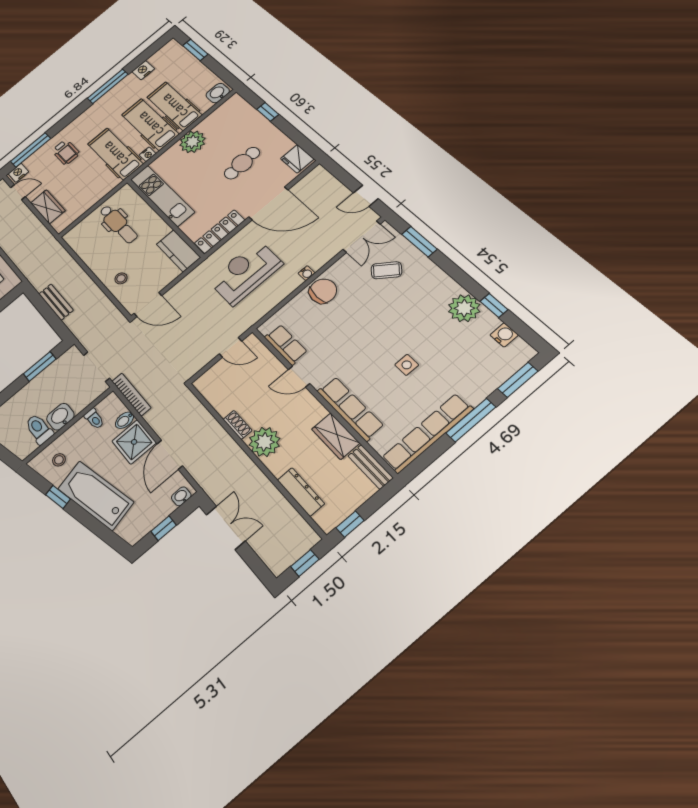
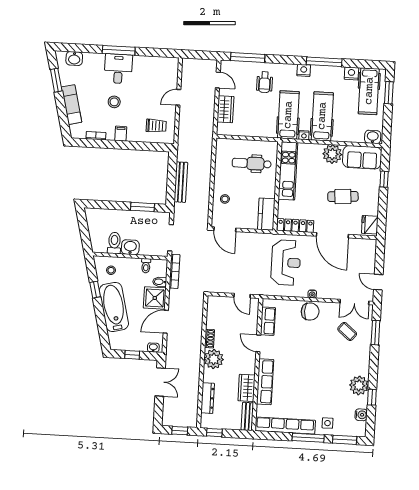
hospital bed: (174, 106) -> (369, 91), moved, turned 180
sofa: (225, 117) -> (362, 157), added
nightstand: (18, 173) -> (304, 70), moved
dental chair: (118, 224) -> (252, 163), turned 90
reception desk: (245, 272) -> (286, 262), turned 90
bench: (56, 302) -> (181, 182), width x1.36
side table: (407, 365) -> (328, 423), moved

